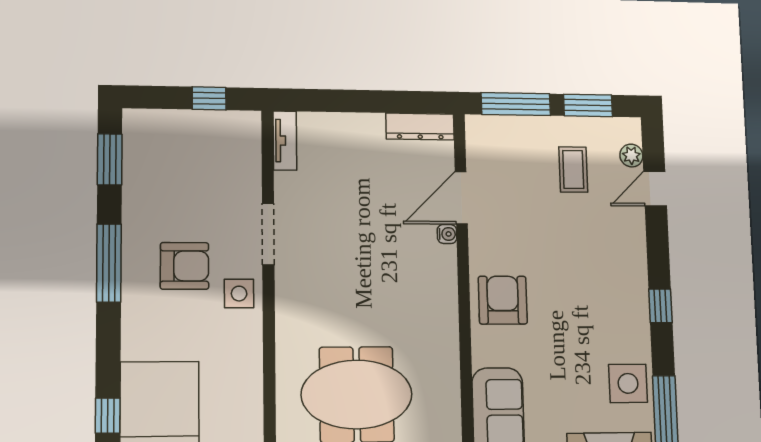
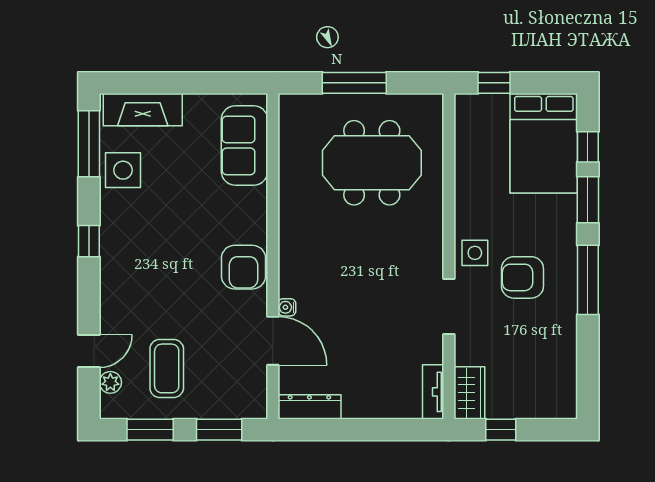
window: (516, 104) -> (219, 430), width x0.69
wardrobe: (245, 139) -> (469, 393), added
window: (110, 159) -> (588, 200), moved
coffee table: (573, 169) -> (167, 368), width x1.36, depth x1.30
door: (461, 198) -> (273, 341), hinge flipped
armchair: (503, 300) -> (243, 267), moved

